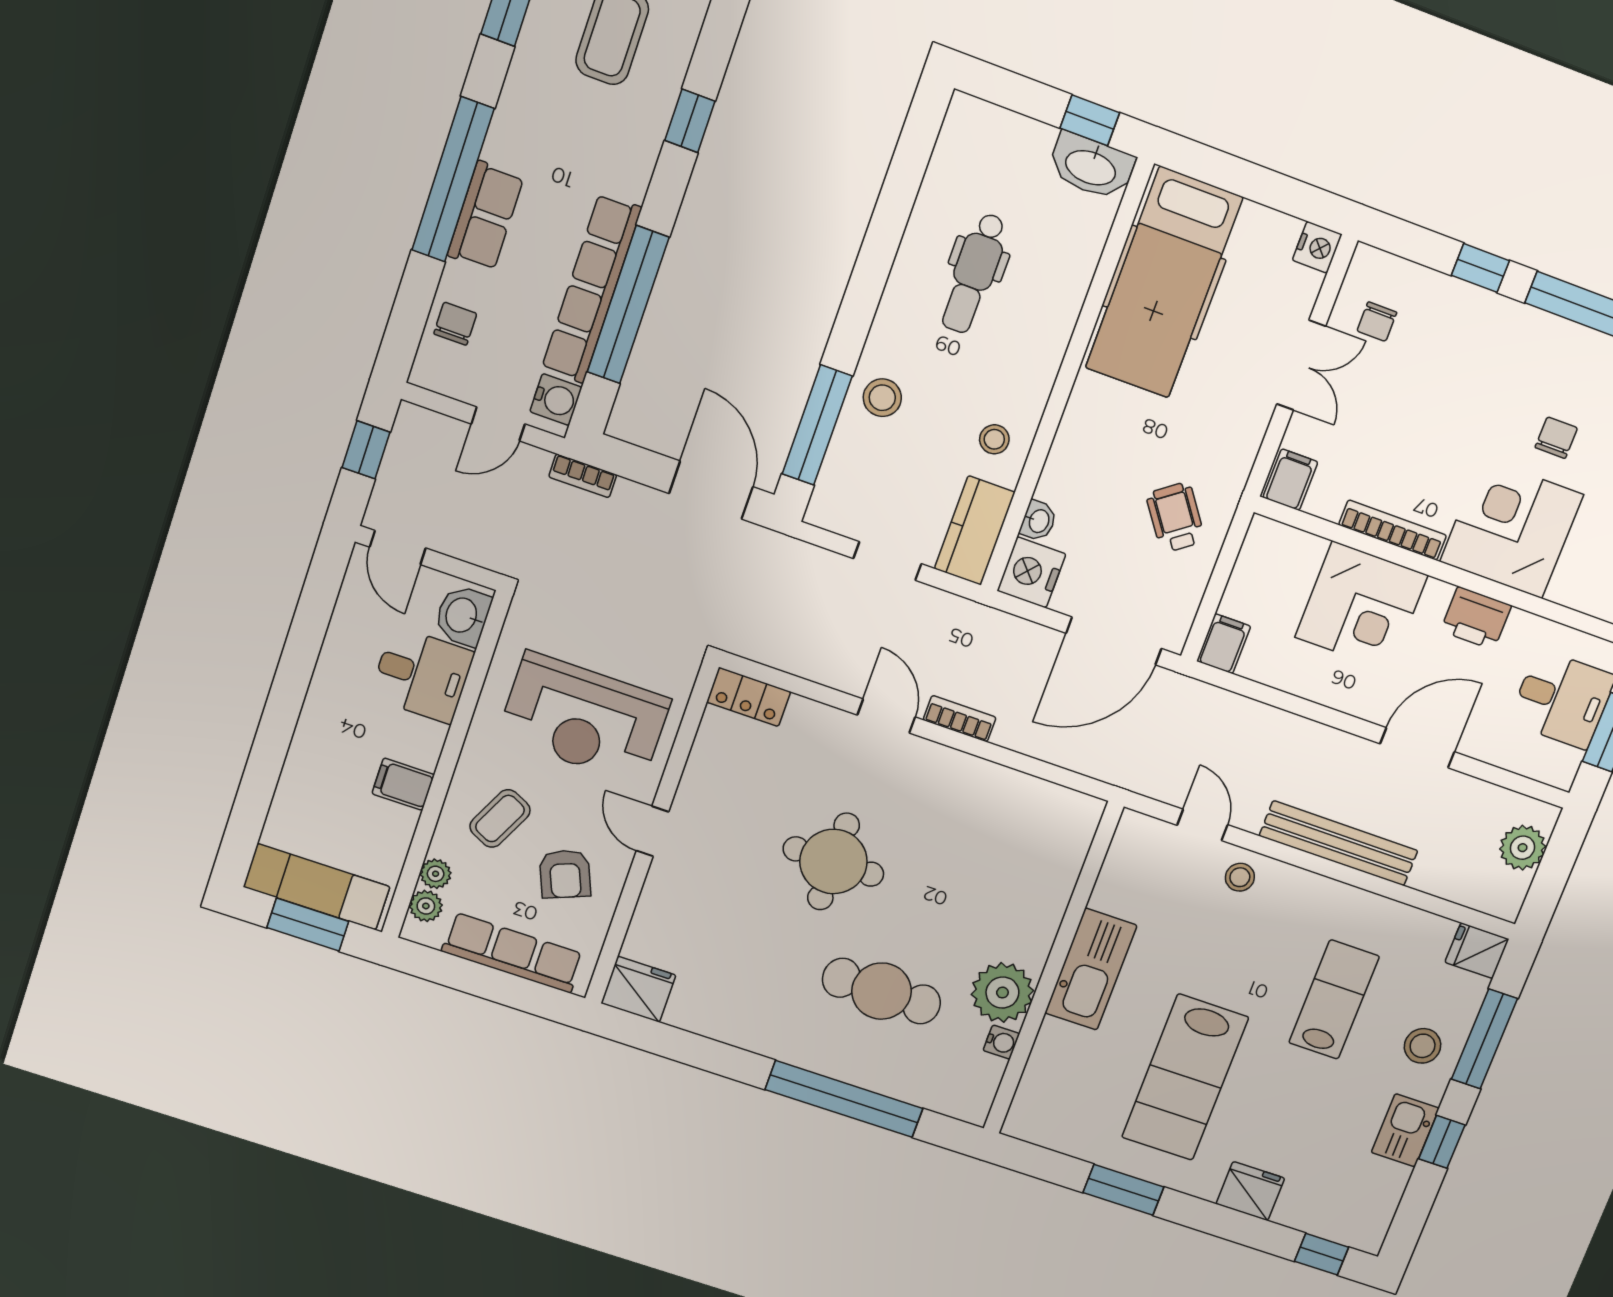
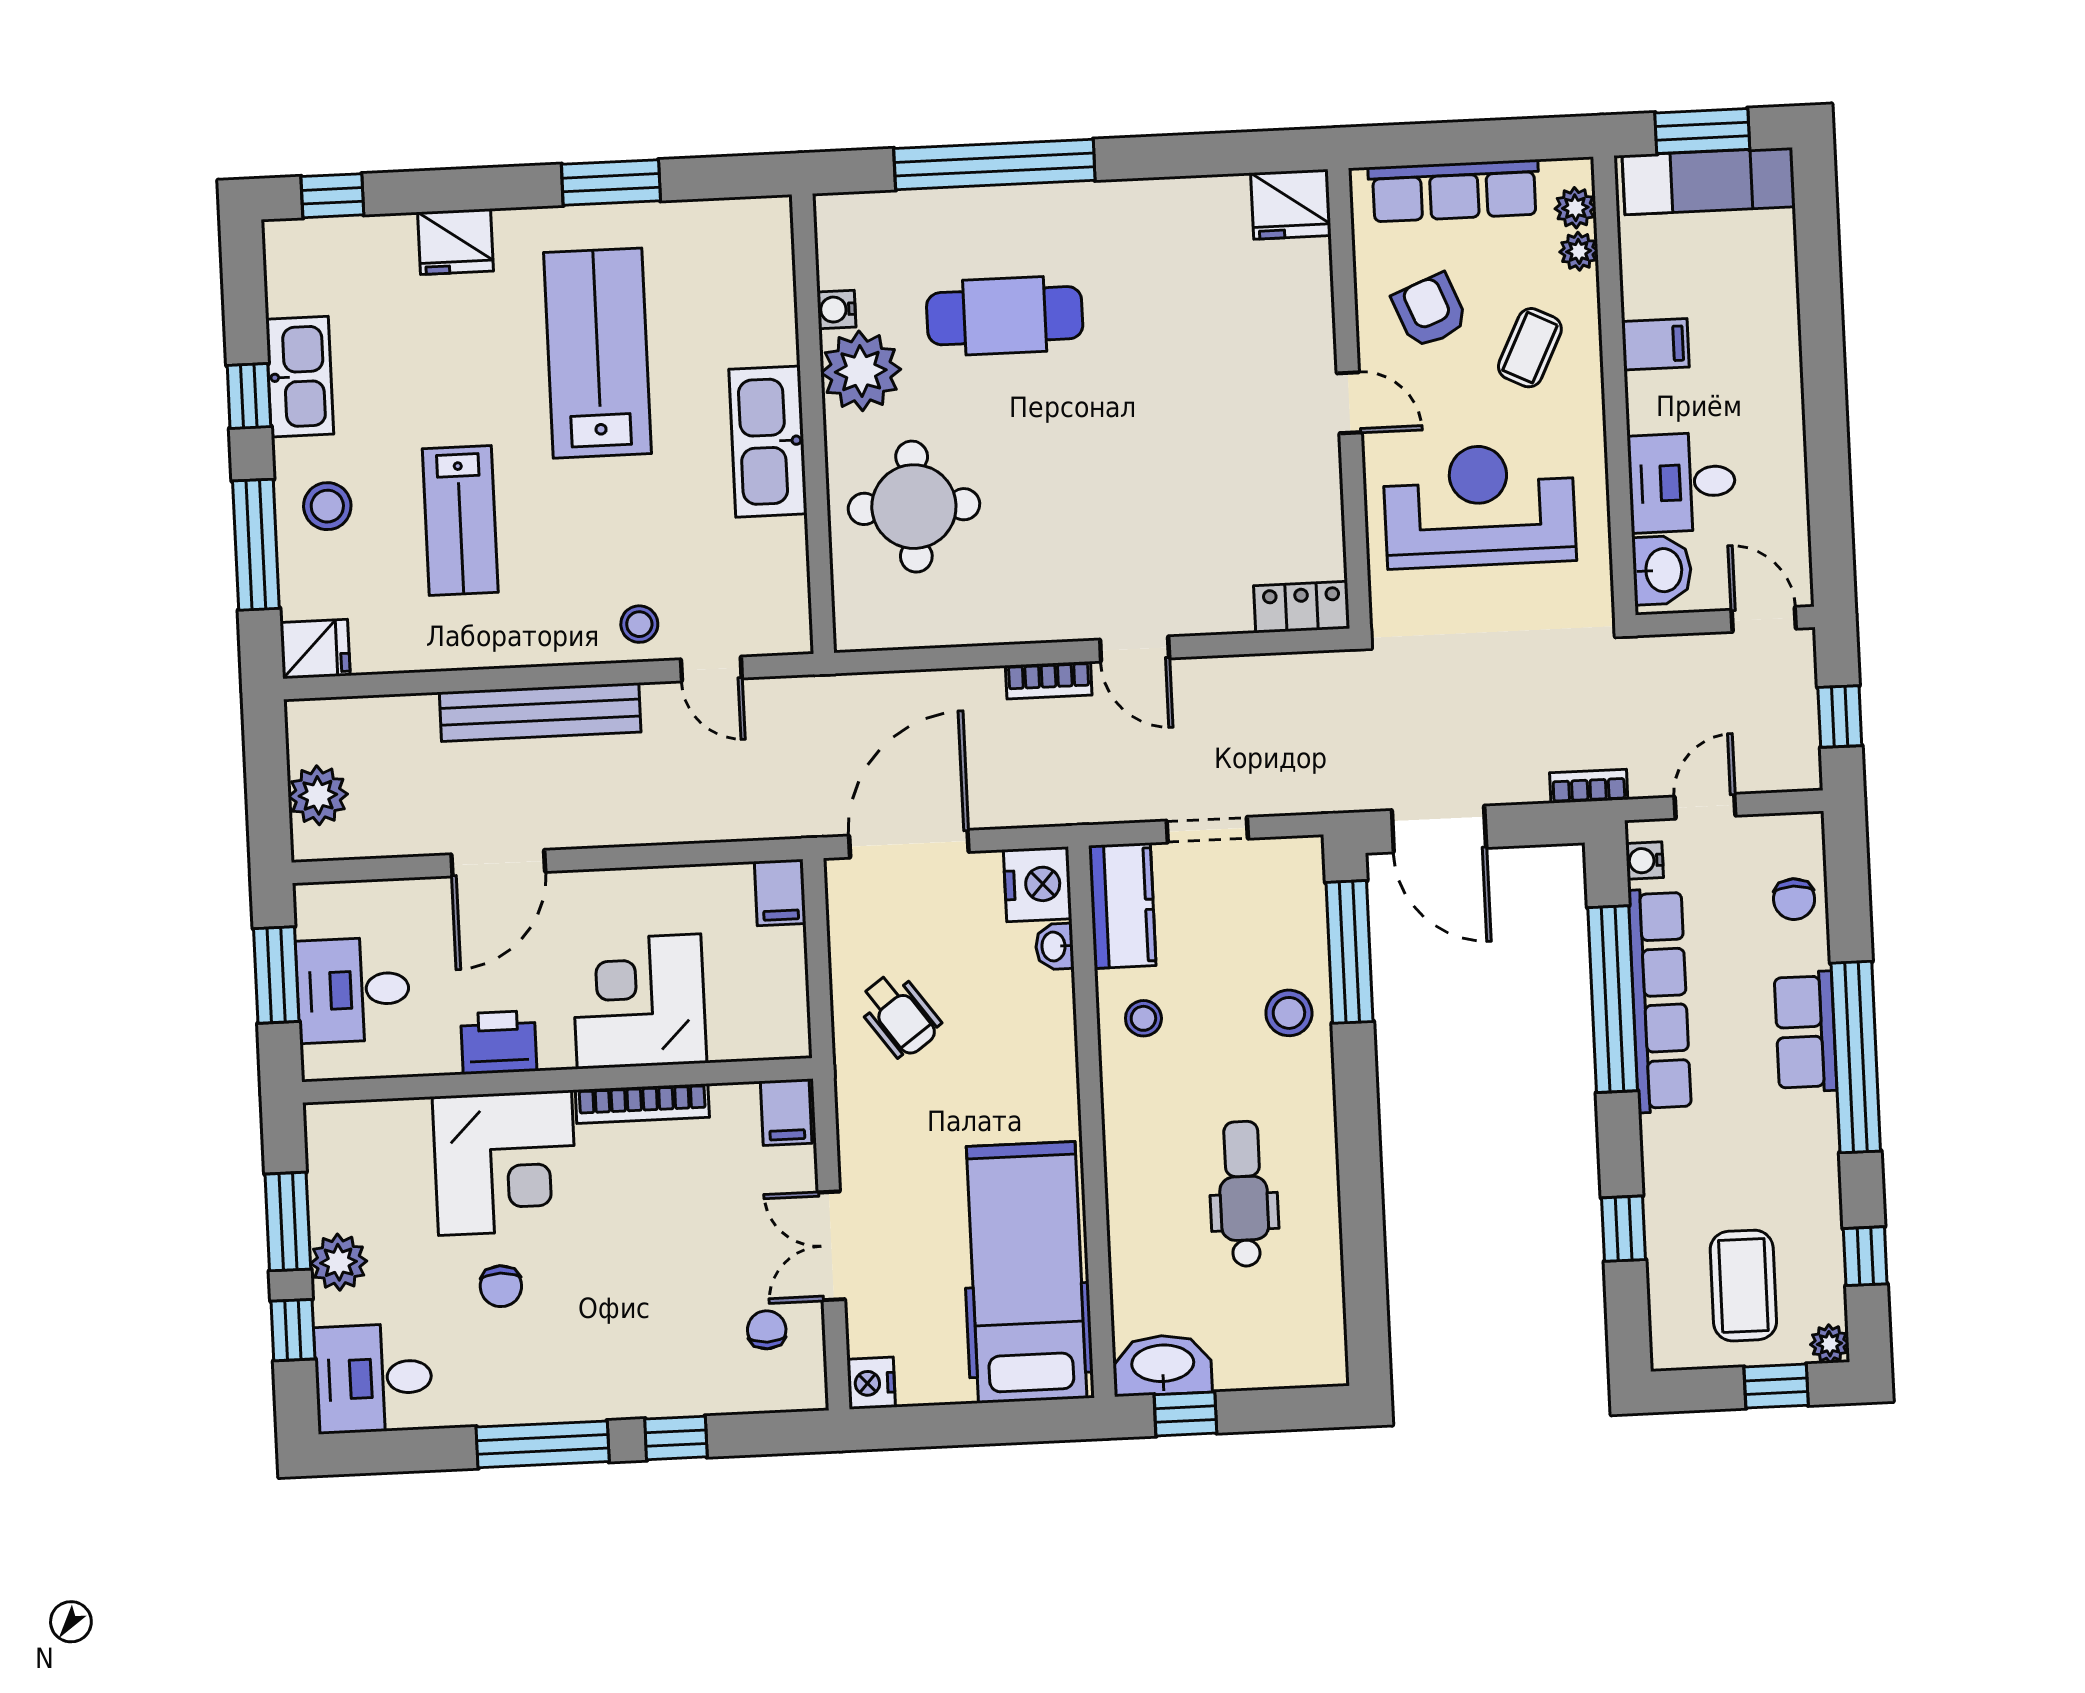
water cooler: (556, 400) -> (1645, 861), width x0.72, depth x0.72
round table: (833, 862) -> (914, 507), moved
kitchen sink: (1405, 1130) -> (300, 377), width x1.38

